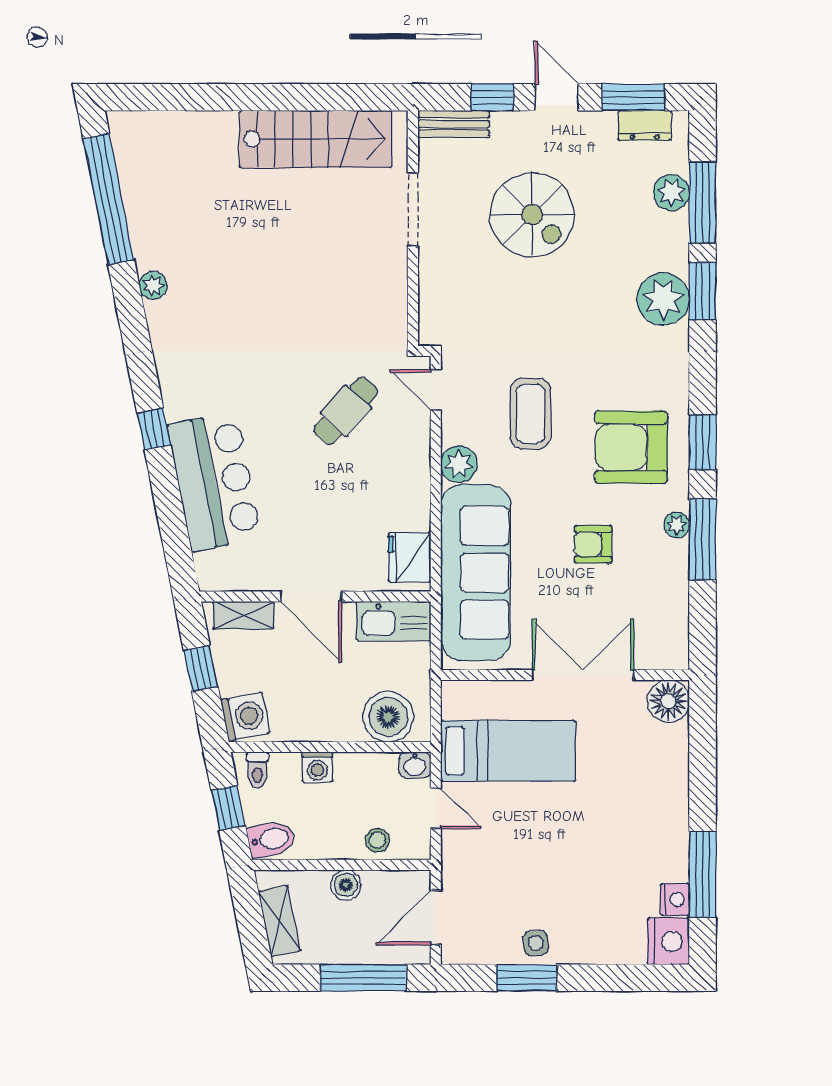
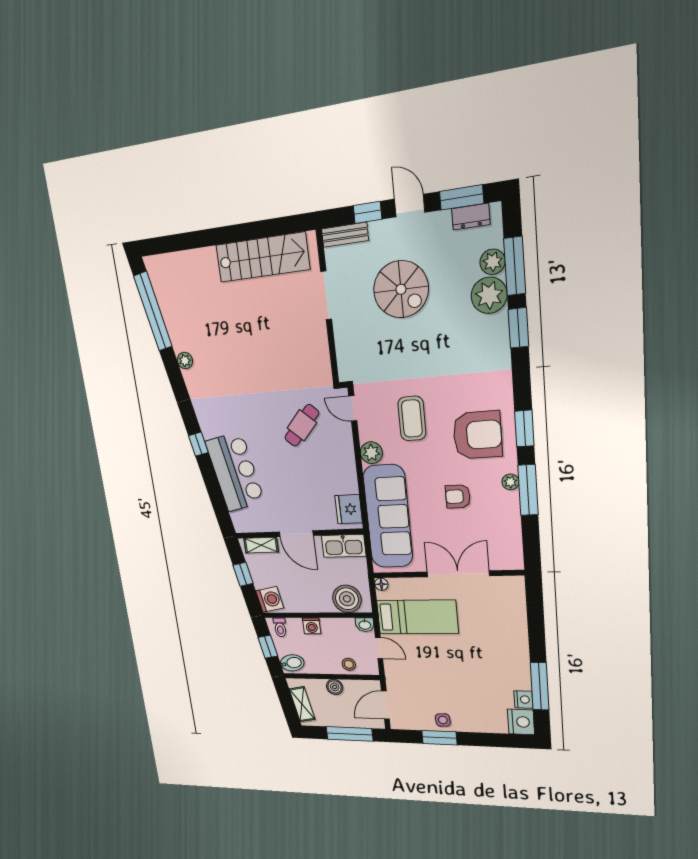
plant: (663, 299) -> (489, 295), moved
armchair: (631, 447) -> (477, 435), turned 180
floor lamp: (668, 701) -> (381, 584), moved, width x0.53, depth x0.53

